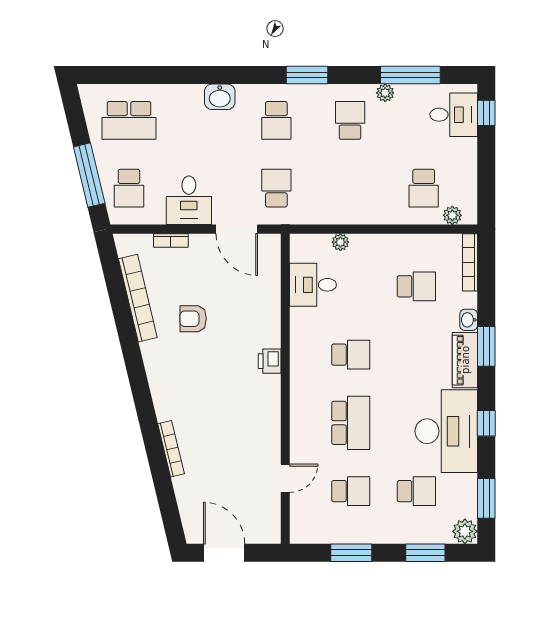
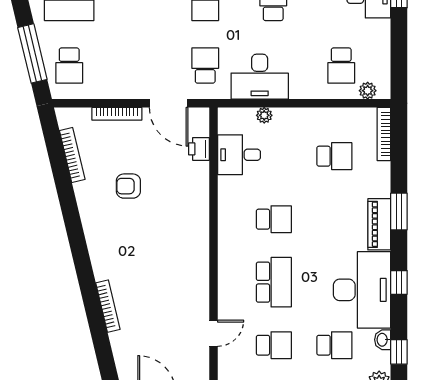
desk: (189, 200) -> (260, 77), moved, width x1.37
bookcase: (171, 240) -> (117, 114), width x1.56
bookcase: (138, 298) -> (72, 155), width x0.68, depth x0.76
washbasin: (469, 320) -> (383, 340), moved
printer: (270, 361) -> (199, 149), moved
window: (486, 498) -> (399, 352), width x0.67

